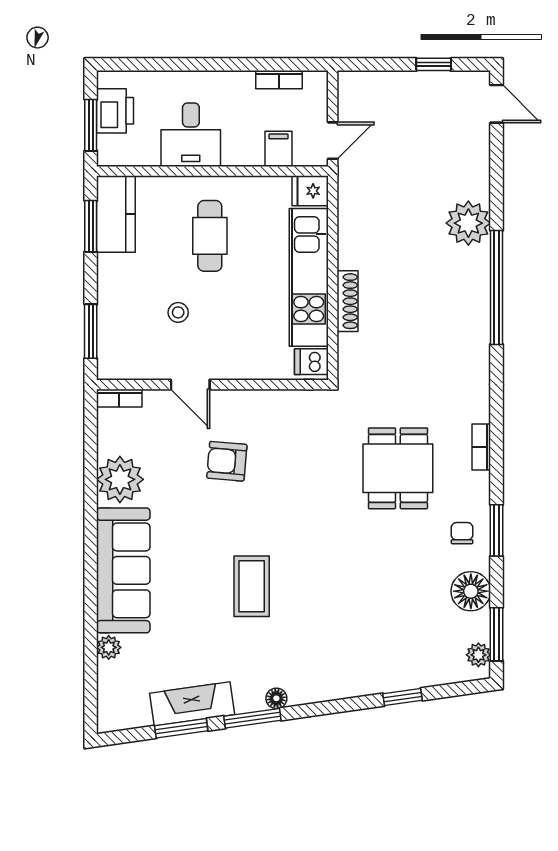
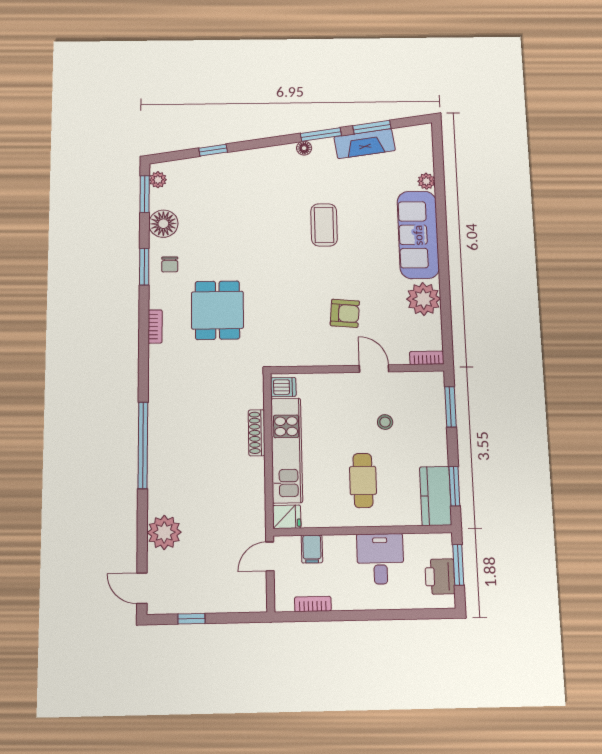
plant: (468, 223) -> (164, 532), moved

